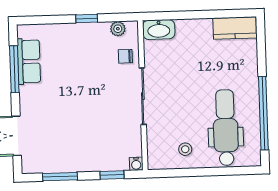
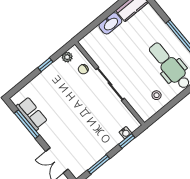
washbasin: (159, 30) -> (110, 23), moved
water cooler: (136, 164) -> (125, 133), moved

